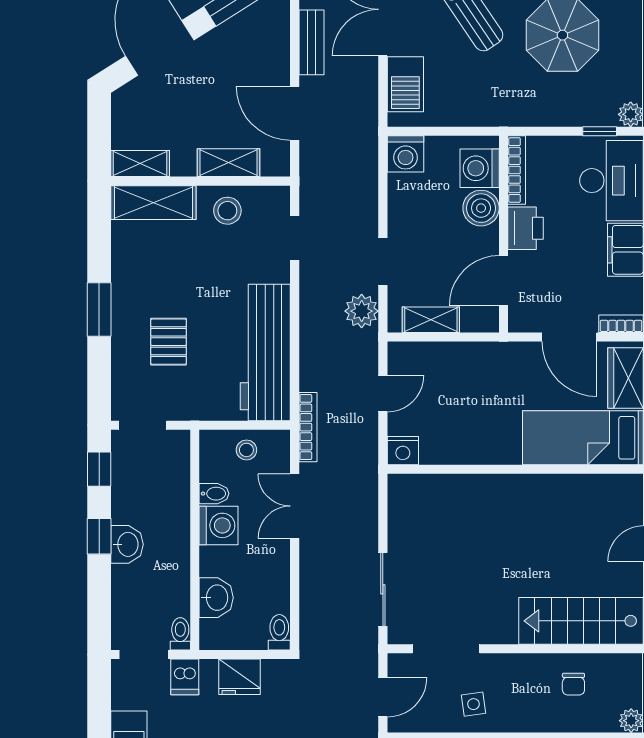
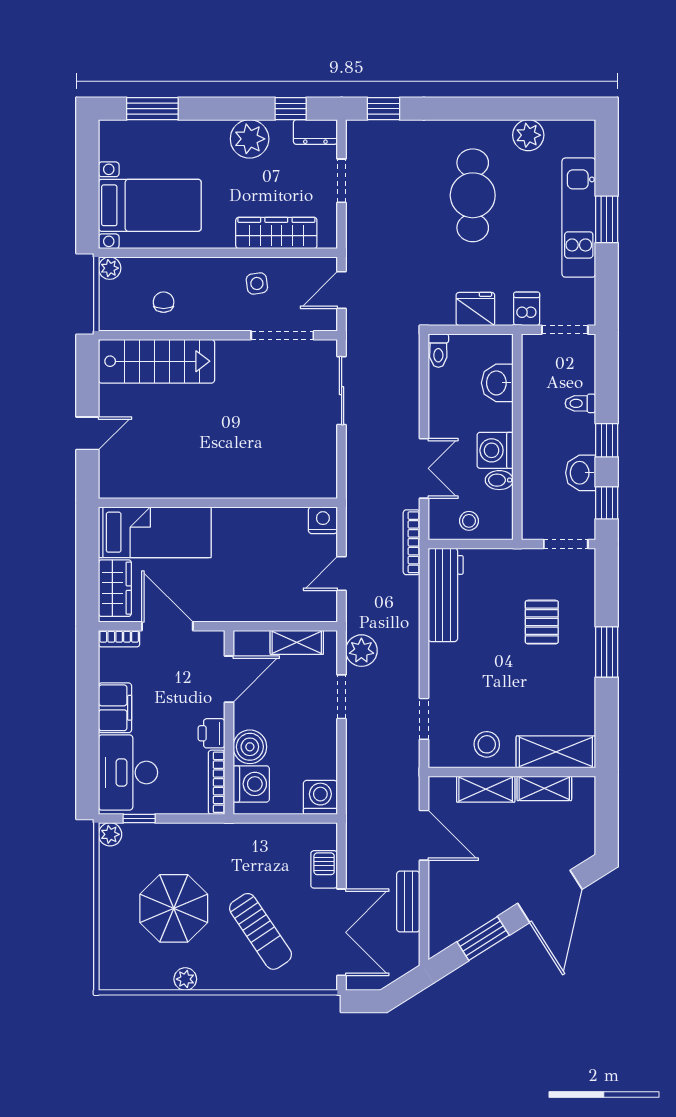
barbecue: (405, 84) -> (324, 869), width x0.73, depth x0.79
shelving: (140, 164) -> (544, 788), moved
printer: (525, 228) -> (212, 733), width x0.73, depth x0.81
workbench: (265, 353) -> (446, 595), width x0.73, depth x0.76
washbasin: (127, 544) -> (581, 473), moved
toilet: (180, 634) -> (580, 403), moved, turned 90

